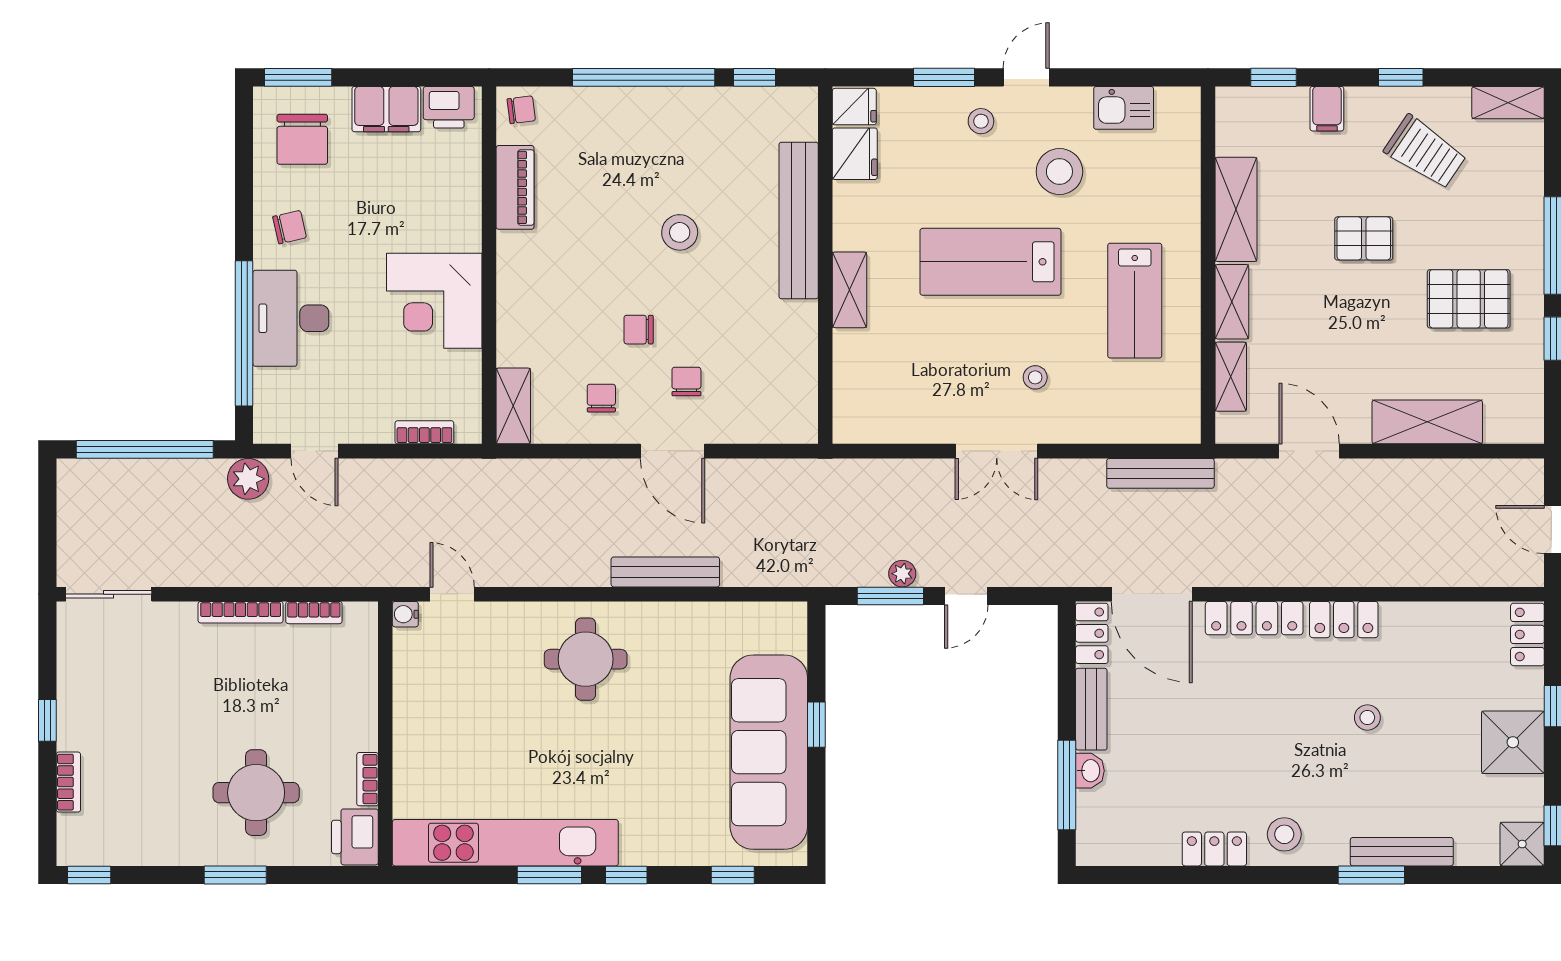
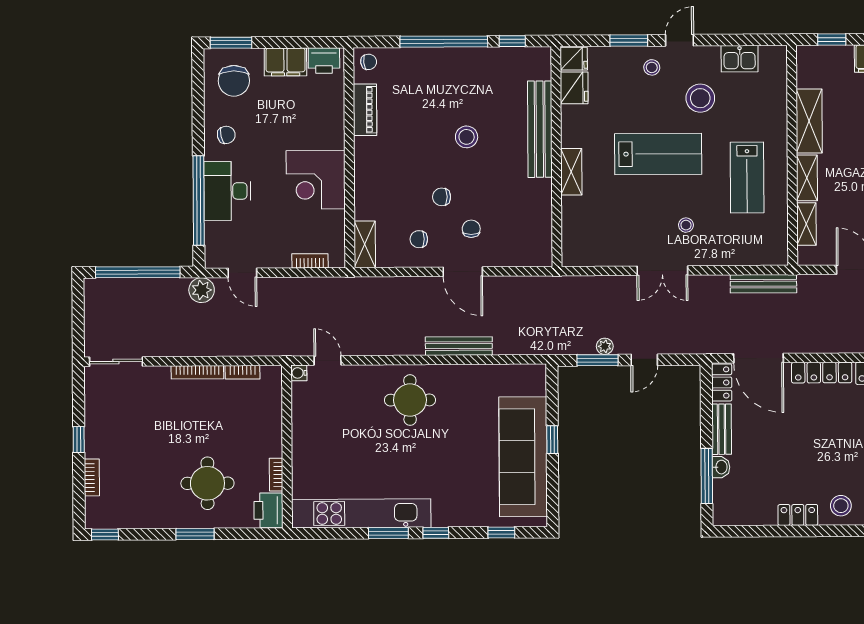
lab bench: (990, 262) -> (658, 154), turned 180
chair: (601, 398) -> (419, 239), turned -90

